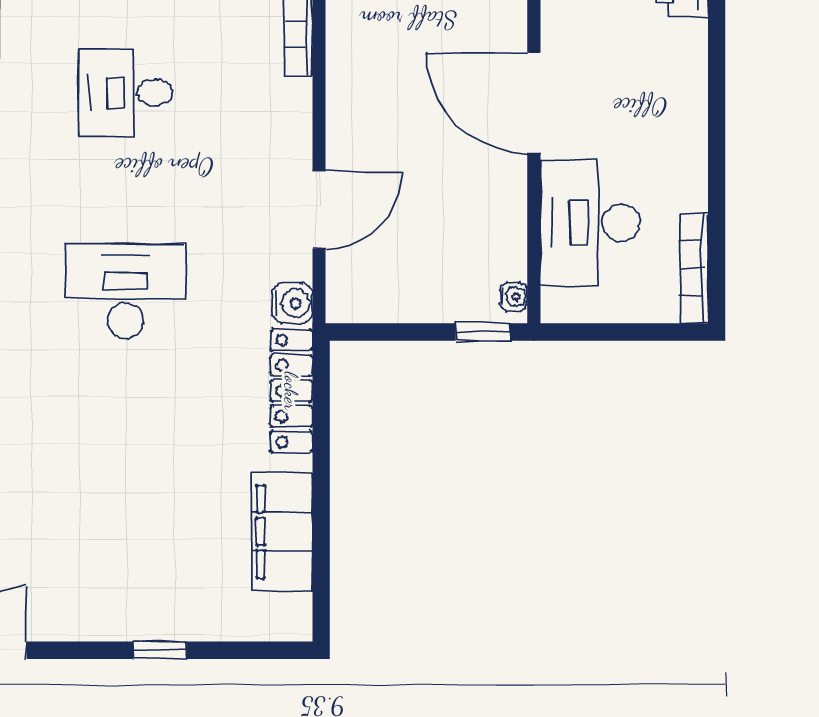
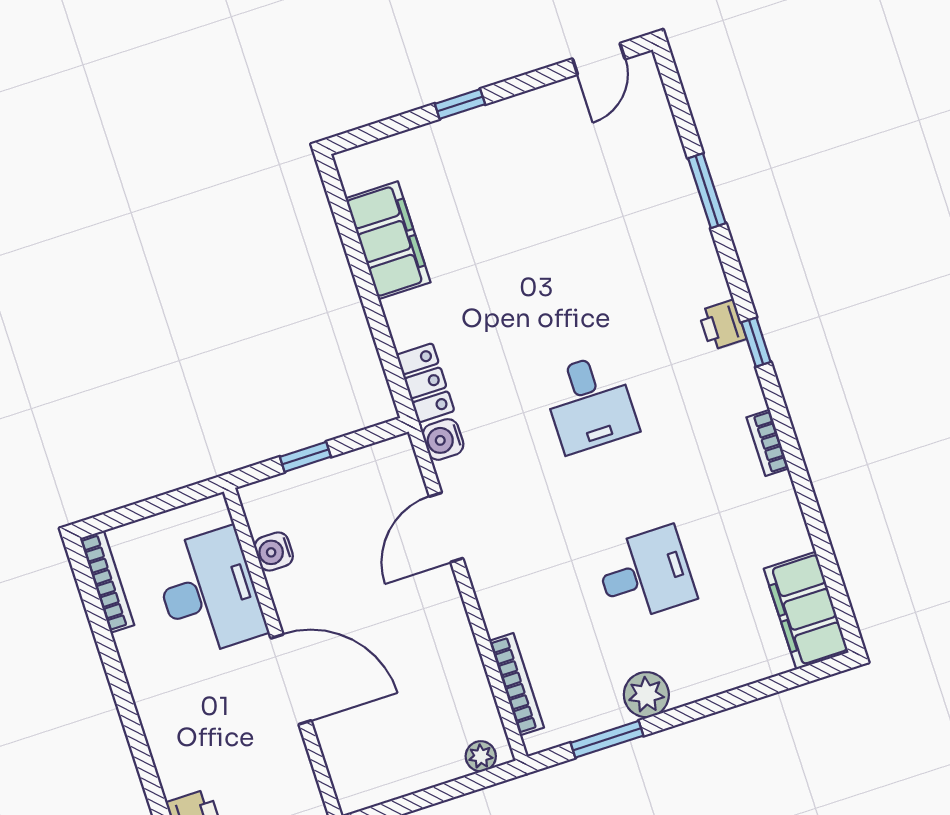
desk: (126, 291) -> (590, 403), width x0.73
water cooler: (514, 297) -> (274, 552), moved, width x1.38, depth x1.38
window: (483, 332) -> (305, 457), moved
locker: (291, 391) -> (425, 383), width x0.66

